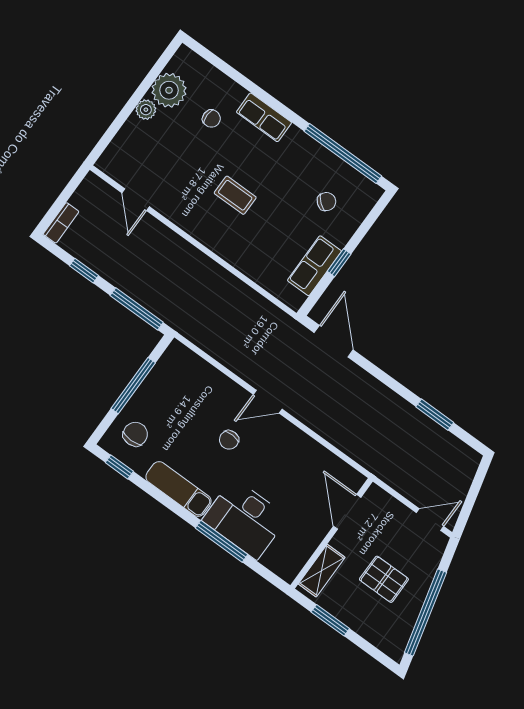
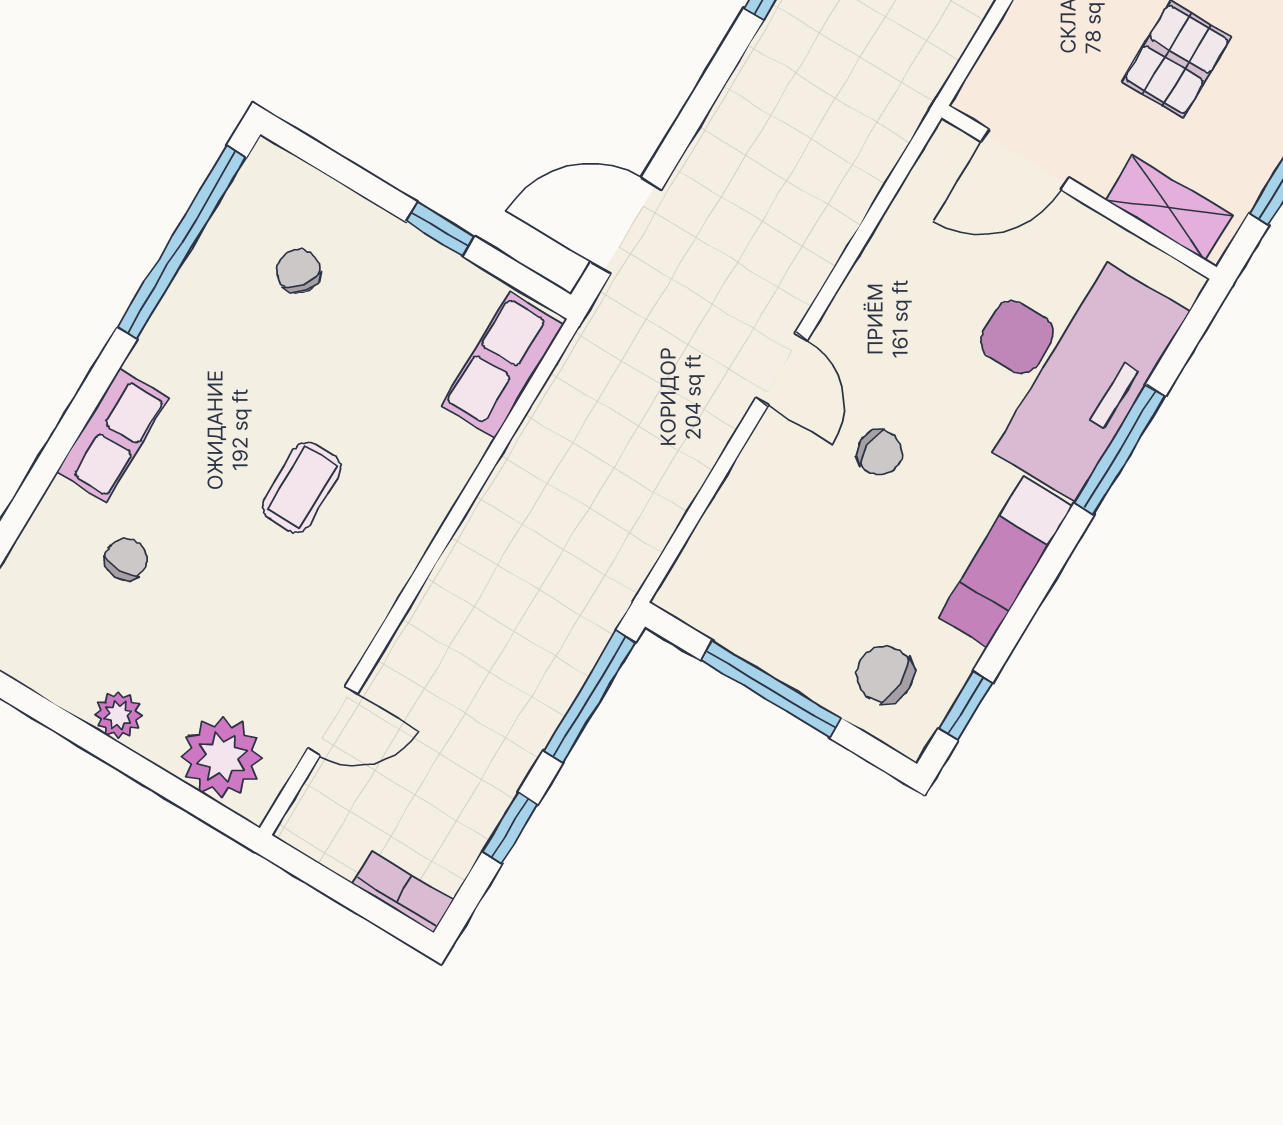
plant: (169, 90) -> (222, 757), moved
row of seats: (314, 266) -> (502, 365), moved, turned 90
desk: (245, 519) -> (1061, 364), width x1.36, depth x1.30

